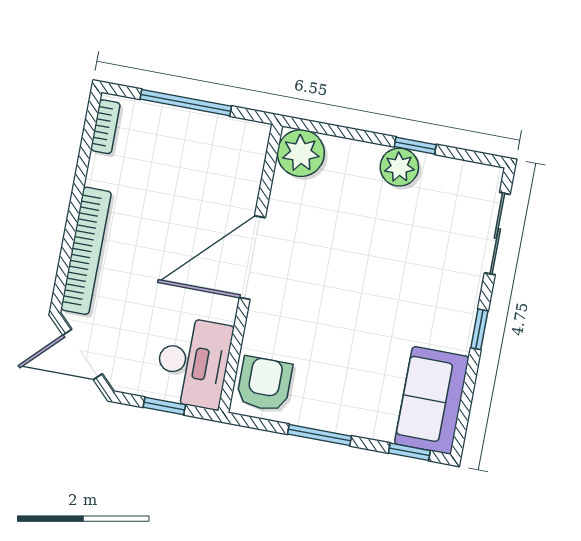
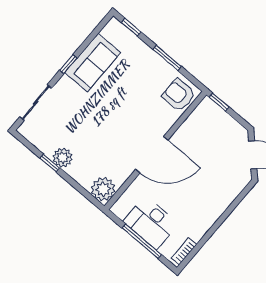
bookcase: (86, 251) -> (225, 201), removed
desk: (193, 363) -> (151, 223), moved, turned -90
armchair: (264, 384) -> (179, 95), turned 90
sofa: (432, 400) -> (93, 63), moved
window: (164, 406) -> (219, 102), moved

